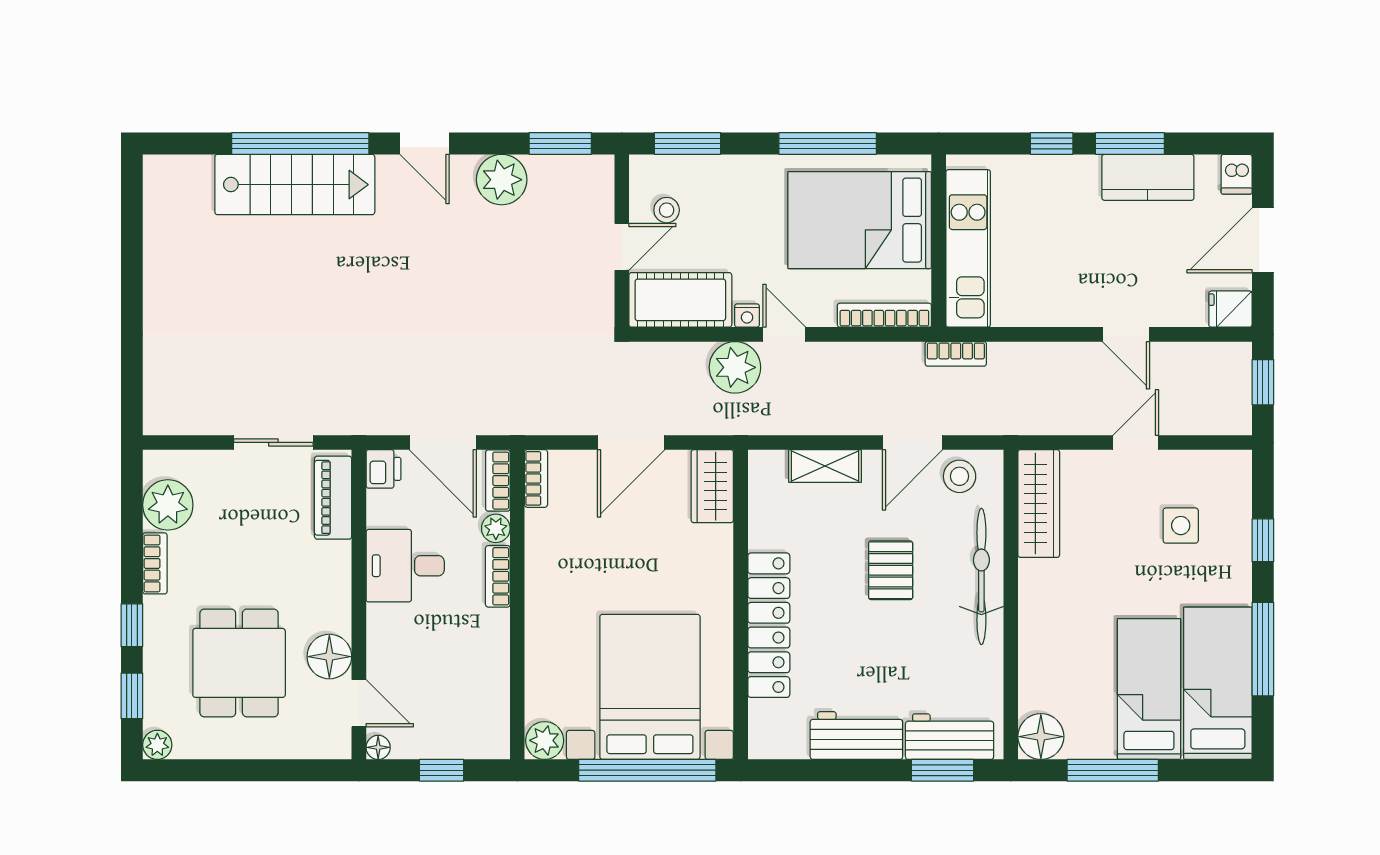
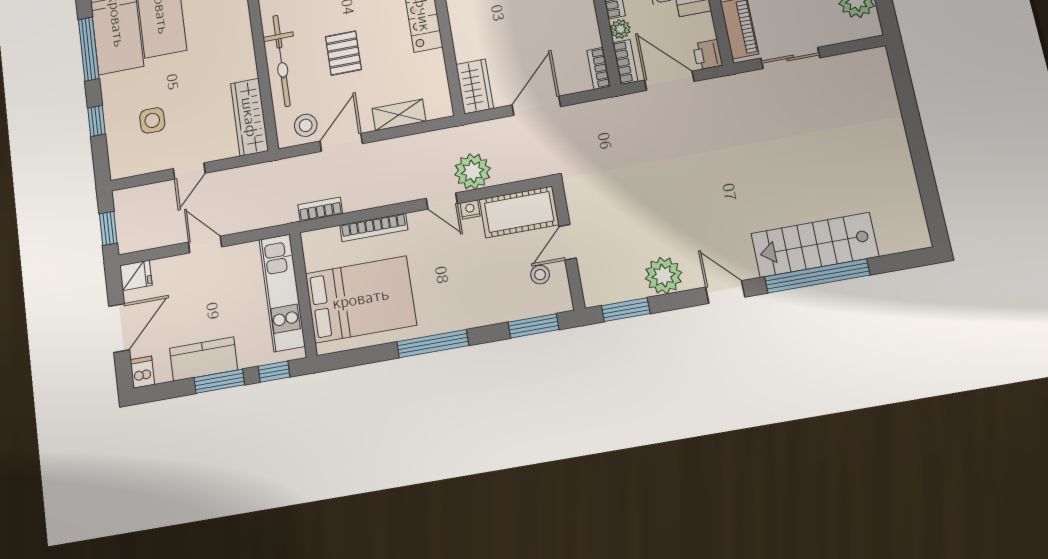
bed: (860, 220) -> (361, 299), moved
wall: (939, 241) -> (303, 294), moved
kitchen unit: (968, 248) -> (282, 293), moved

